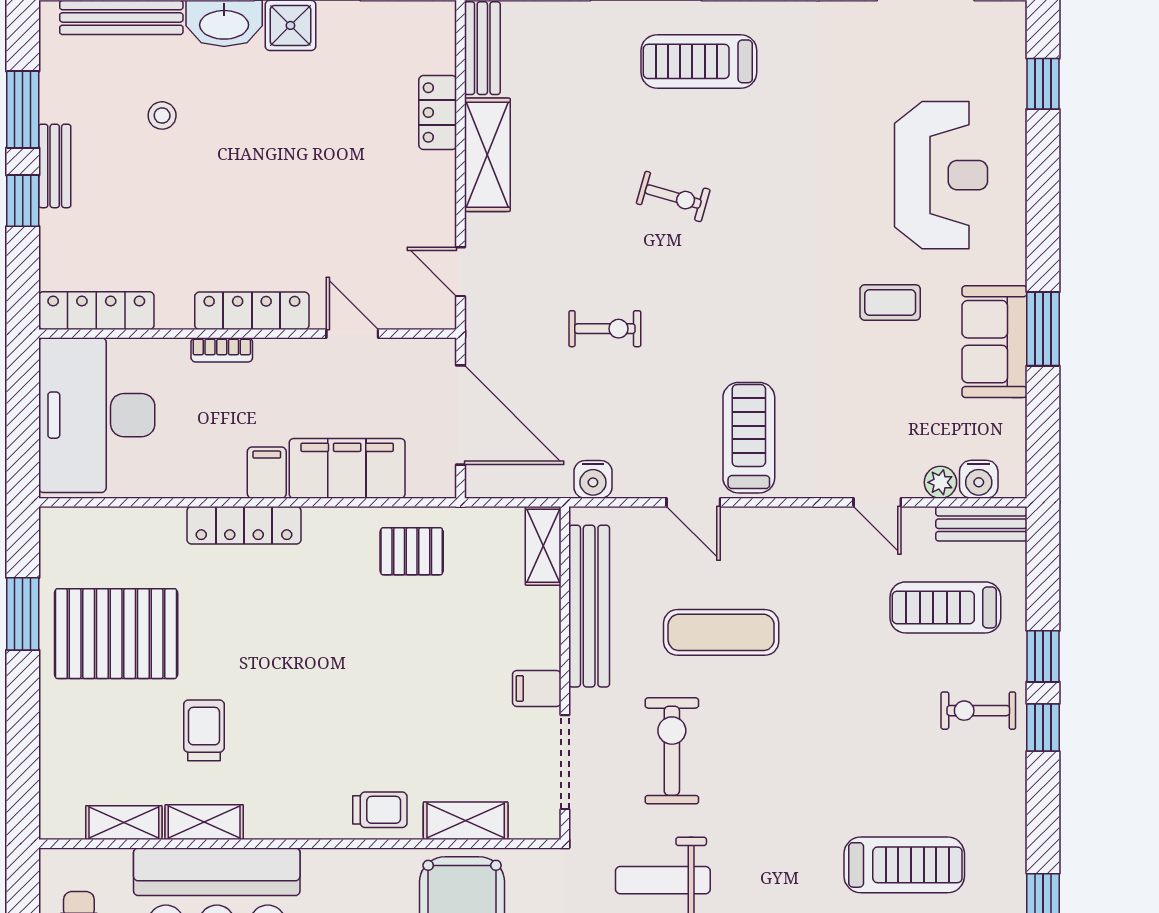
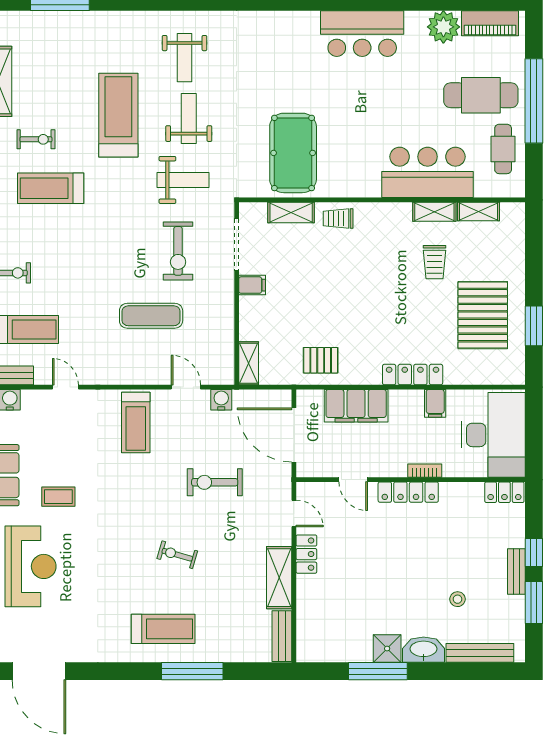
locker: (438, 112) -> (306, 554), moved
reception desk: (941, 175) -> (30, 566), turned 180
locker: (96, 311) -> (504, 492), width x0.66
exercise bike: (605, 329) -> (215, 482), width x1.38, depth x1.39
filing cabinet: (267, 473) -> (435, 403), moved
plant: (940, 482) -> (31, 398), removed
door: (693, 502) -> (186, 387), moved
bench: (589, 606) -> (223, 330), removed
pallet: (116, 634) -> (483, 315), turned 90

